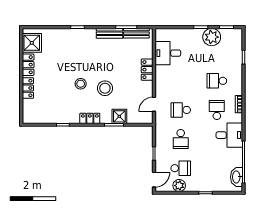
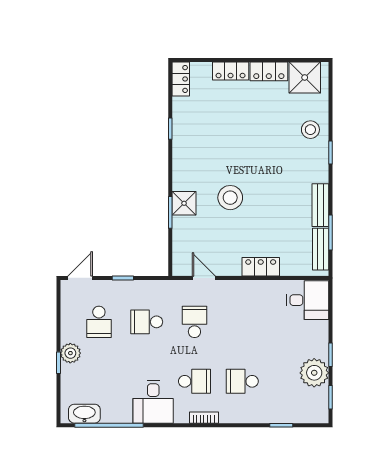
desk: (168, 53) -> (308, 300), moved, turned 90
school desk: (217, 81) -> (242, 381), turned -90
stool: (81, 84) -> (310, 130), moved
shower: (119, 116) -> (184, 203), moved
locker: (90, 118) -> (181, 79), moved
door: (154, 180) -> (80, 278), swing flipped
plant: (179, 186) -> (70, 353), moved

